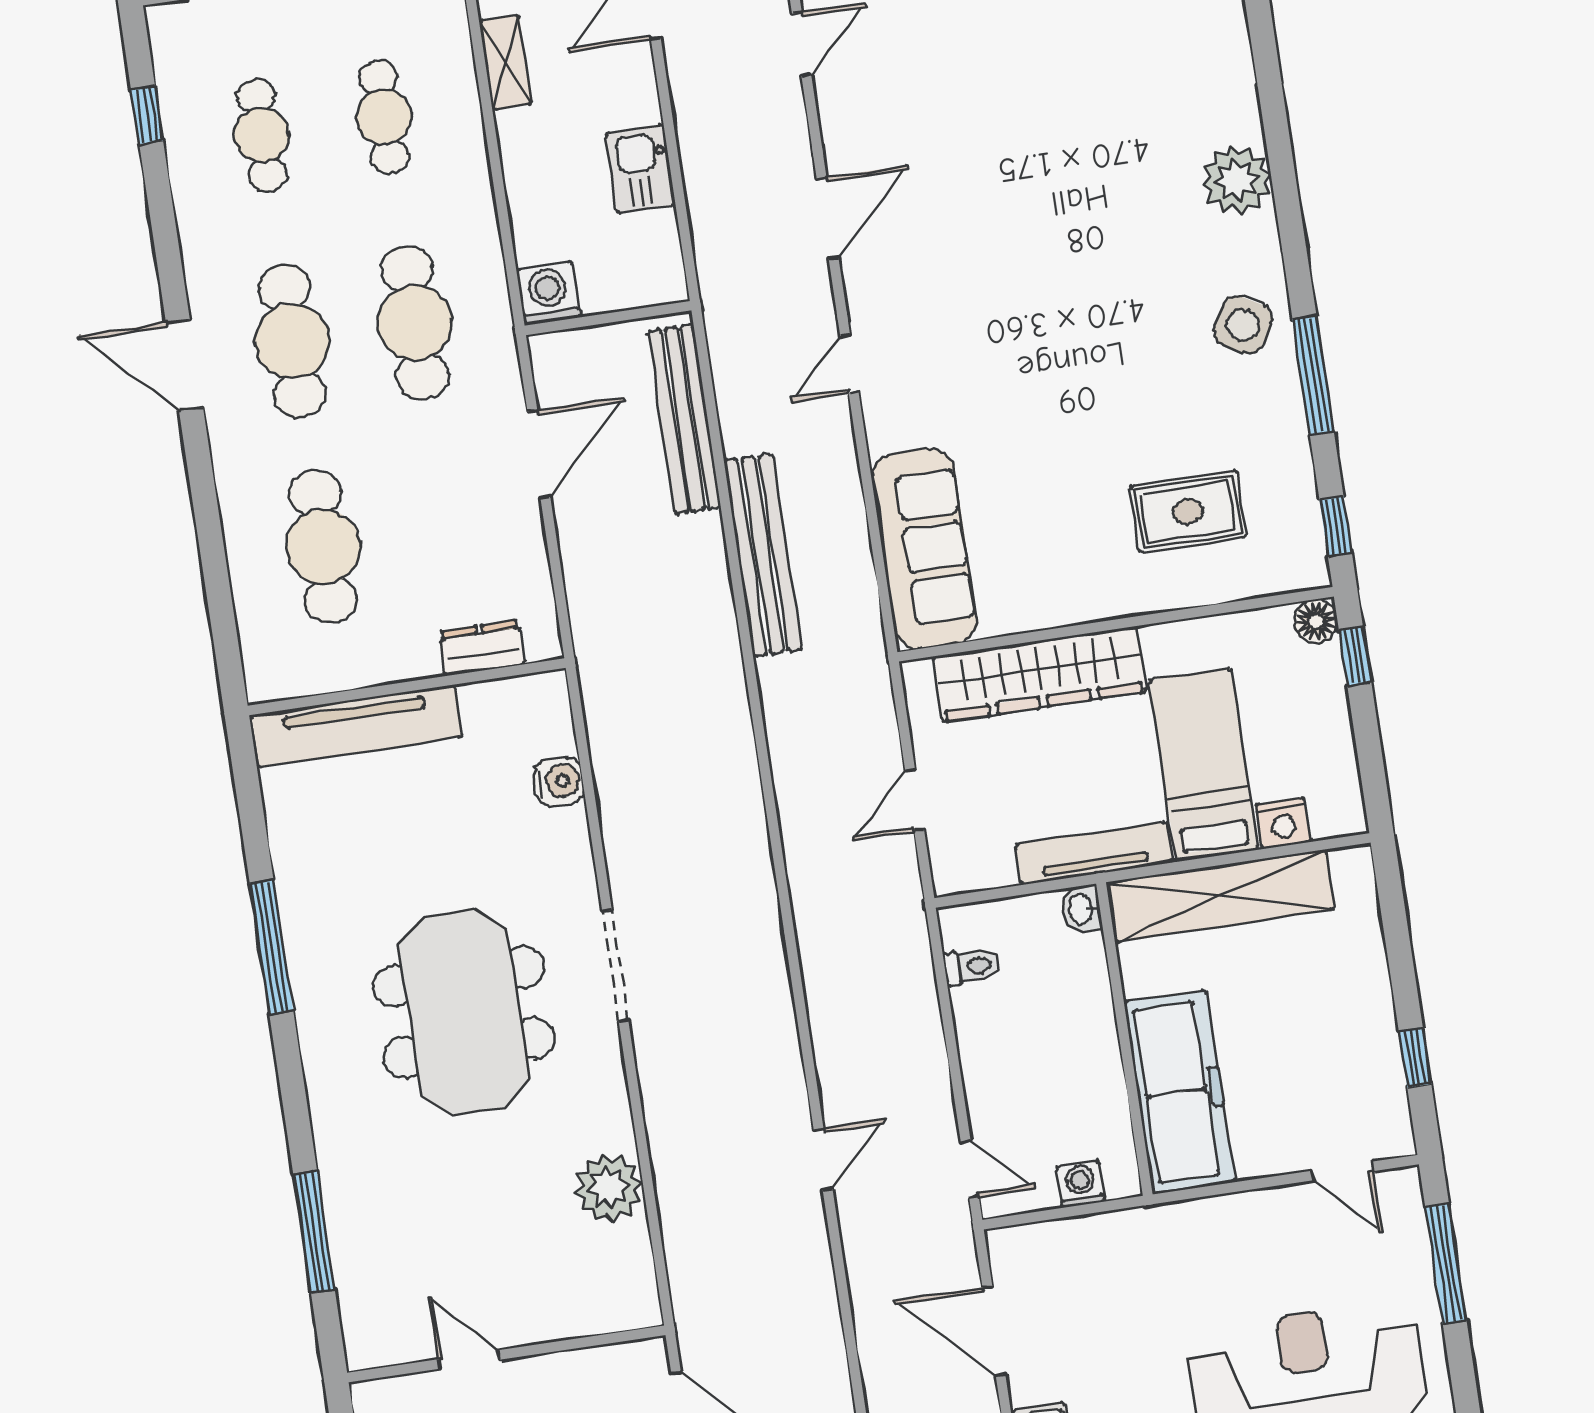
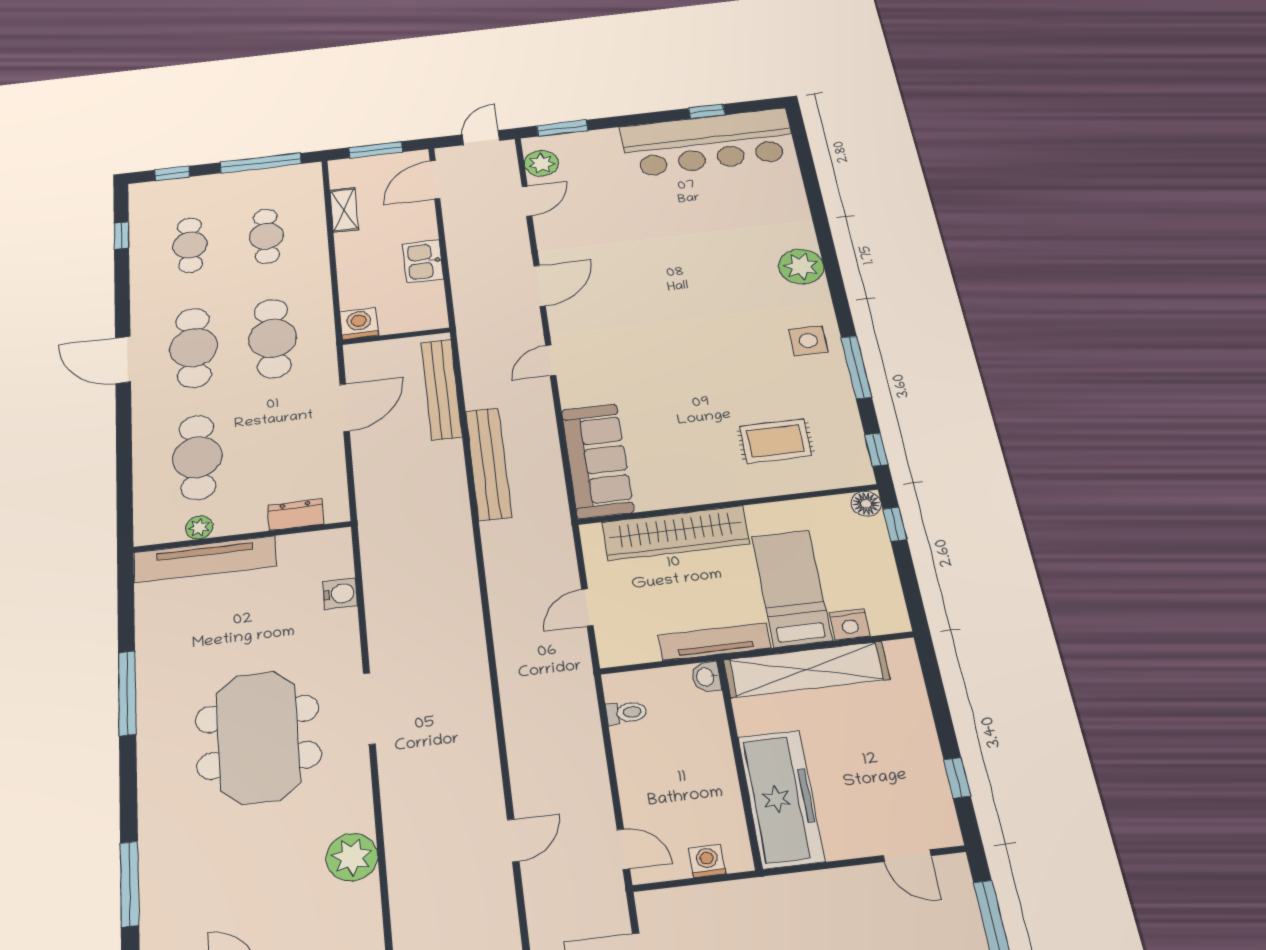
side table: (1243, 325) -> (808, 341), turned -30
plant: (341, 671) -> (199, 528), added

